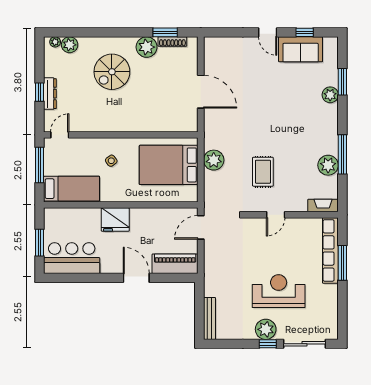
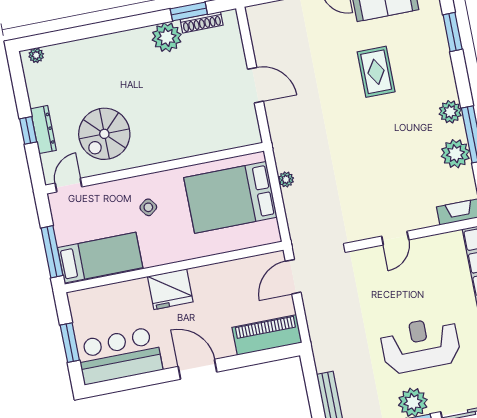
plant: (70, 45) -> (57, 55), removed
spiral stairs: (112, 72) -> (104, 134), moved
door: (201, 92) -> (256, 85), width x0.73
plant: (330, 95) -> (450, 112), moved
plant: (214, 160) -> (286, 179), width x0.53, depth x0.53
window: (40, 165) -> (52, 252), moved
rug: (263, 172) -> (376, 72), moved
door: (136, 278) -> (198, 369), moved

